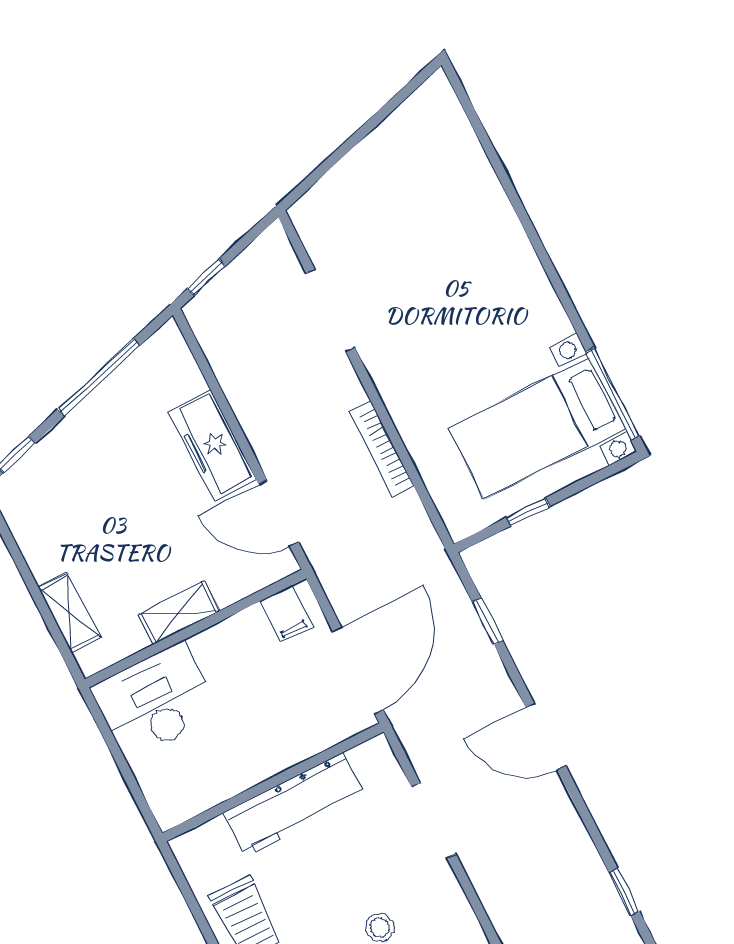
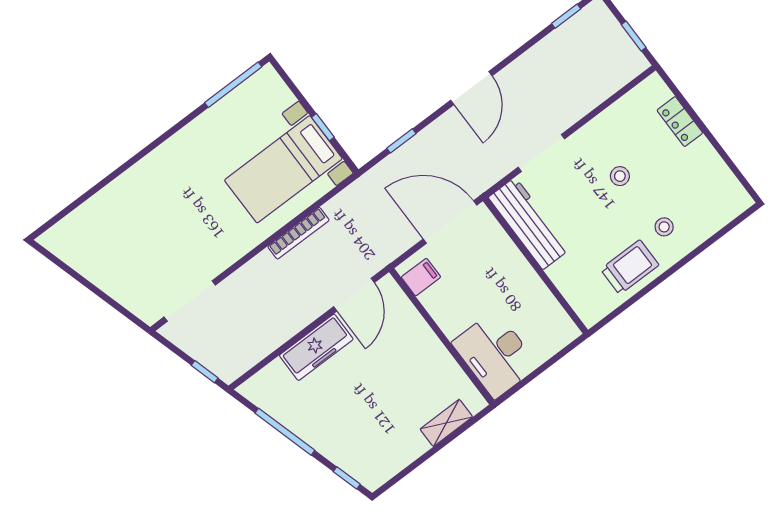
doorway: (331, 311) -> (190, 301), moved
bed with nightstands: (537, 428) -> (283, 169), moved, turned 90
shelving: (179, 613) -> (433, 349), removed
workbench: (294, 805) -> (529, 223), moved

